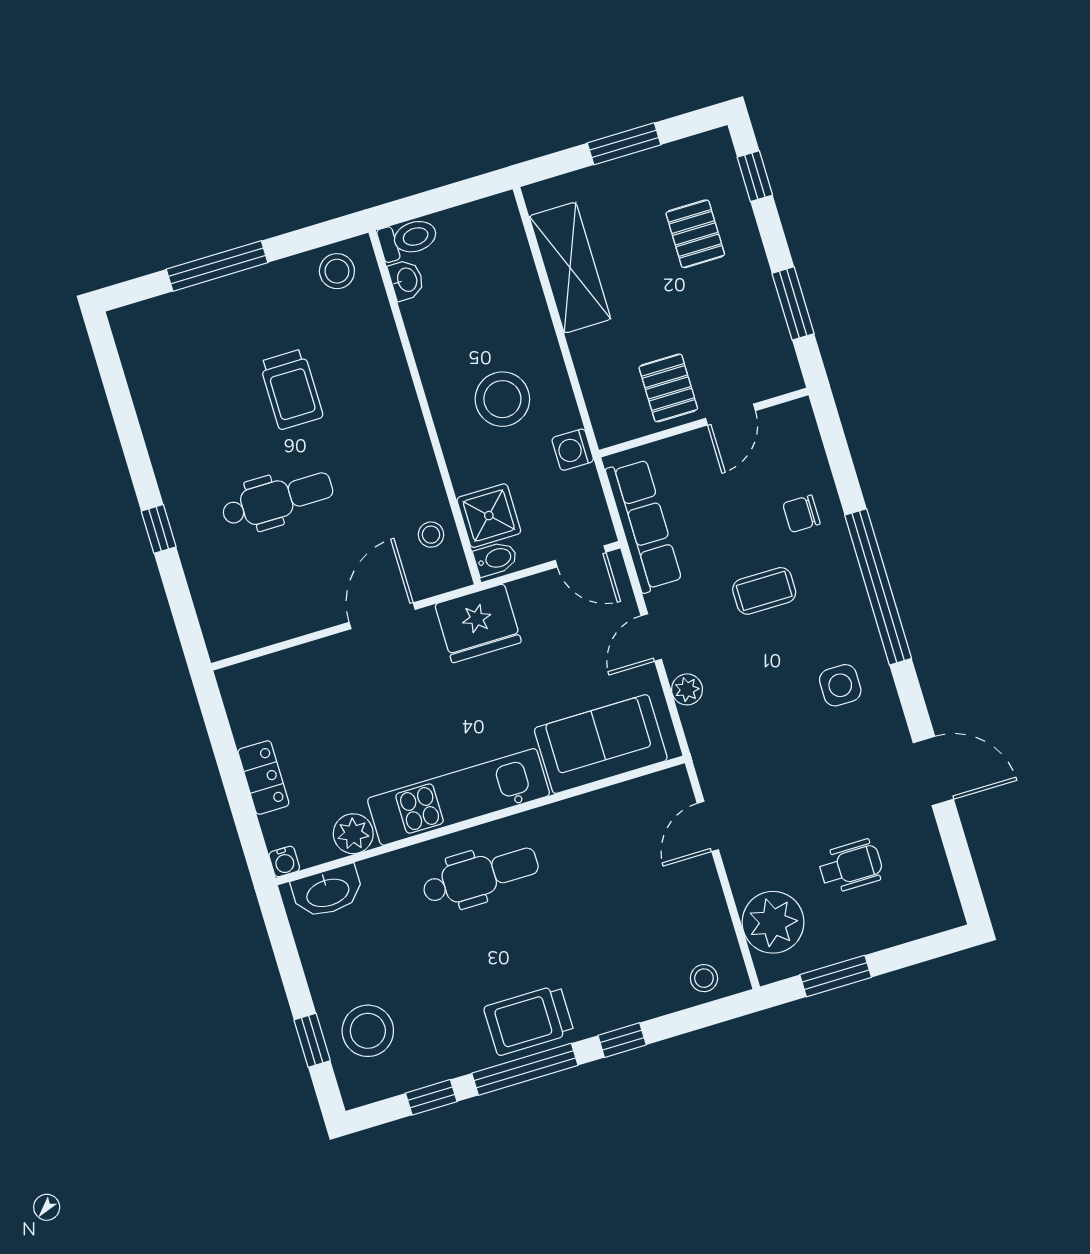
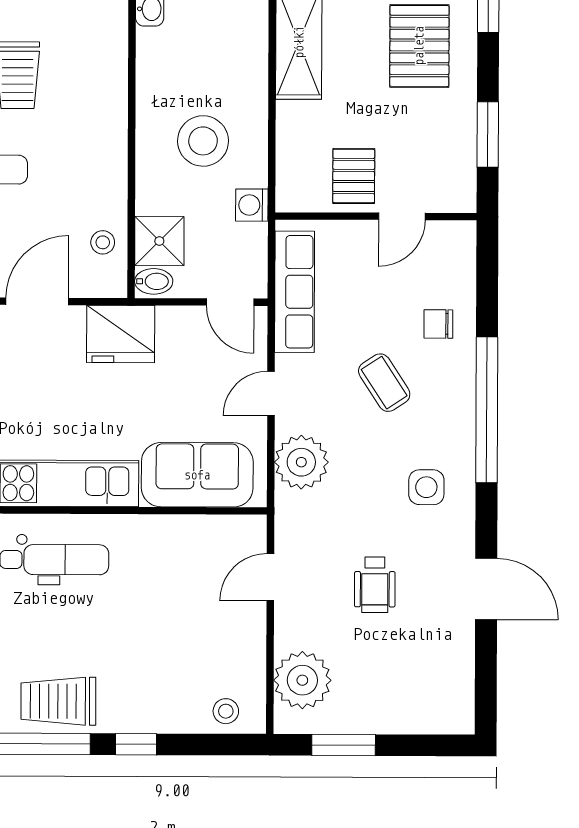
pallet: (695, 234) -> (419, 46), width x1.50, depth x1.42
coffee table: (764, 591) -> (384, 383), turned 57
plant: (687, 689) -> (301, 462), width x1.87, depth x1.87
wheelchair: (851, 866) -> (375, 585), moved, turned 90

